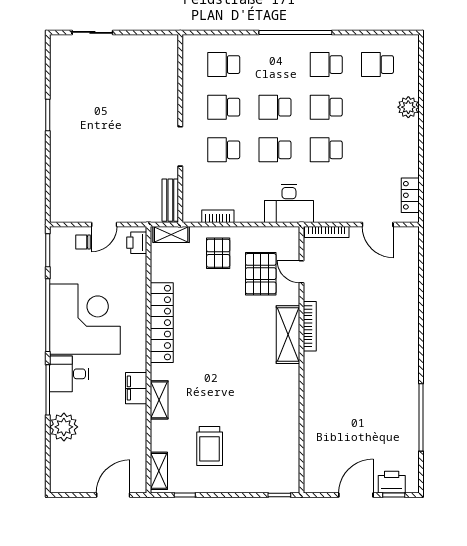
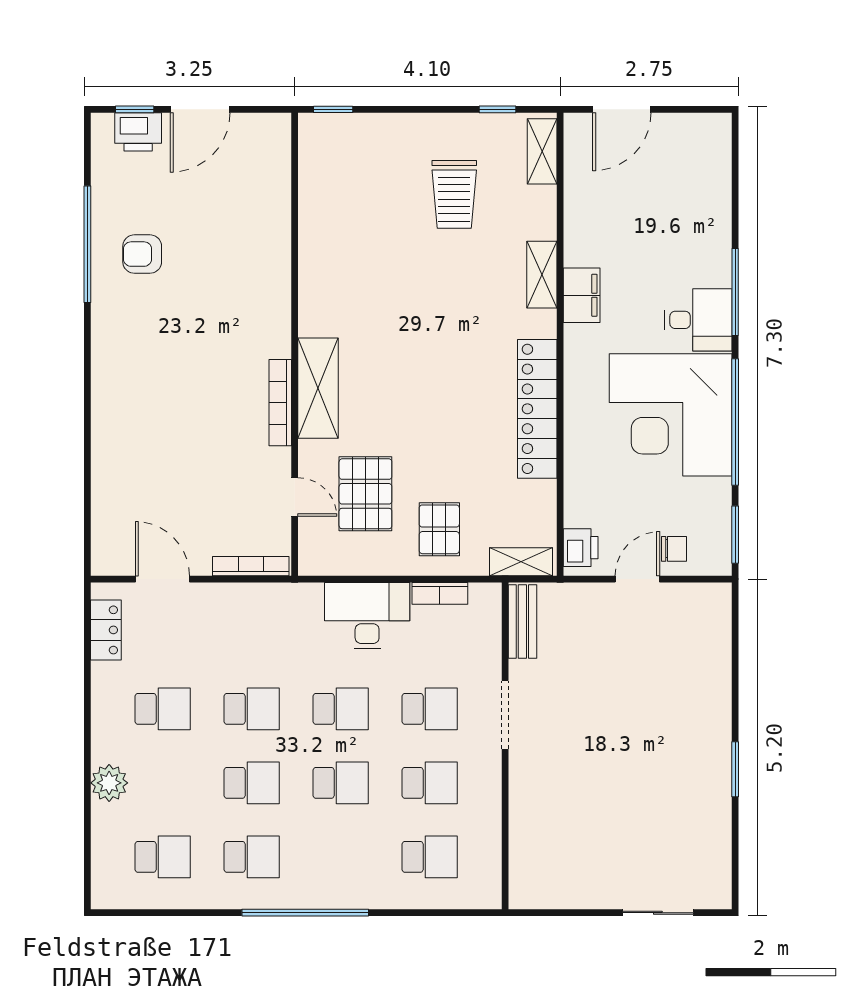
school desk: (377, 150) -> (163, 709), added
desk: (289, 203) -> (367, 616), moved
armchair: (389, 412) -> (142, 254), added
plant: (64, 427) -> (707, 228), removed
trolley: (210, 446) -> (454, 194), turned 180

